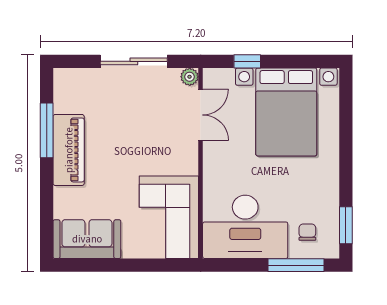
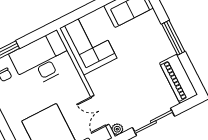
window: (47, 130) -> (173, 38), moved
piano: (69, 150) -> (178, 79), moved

